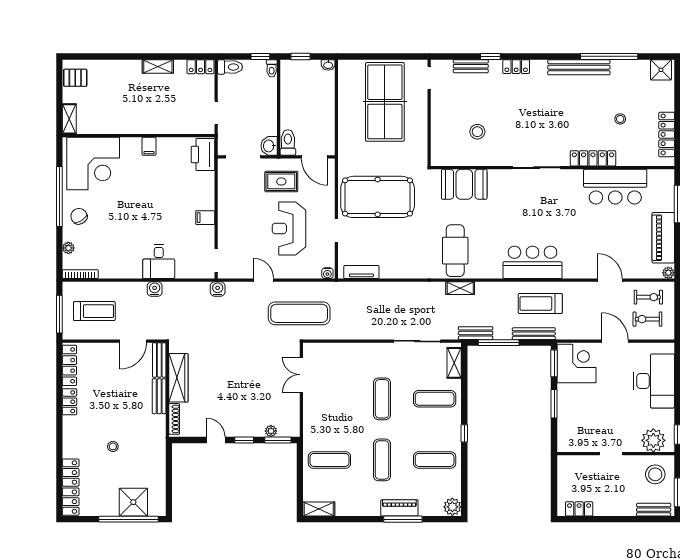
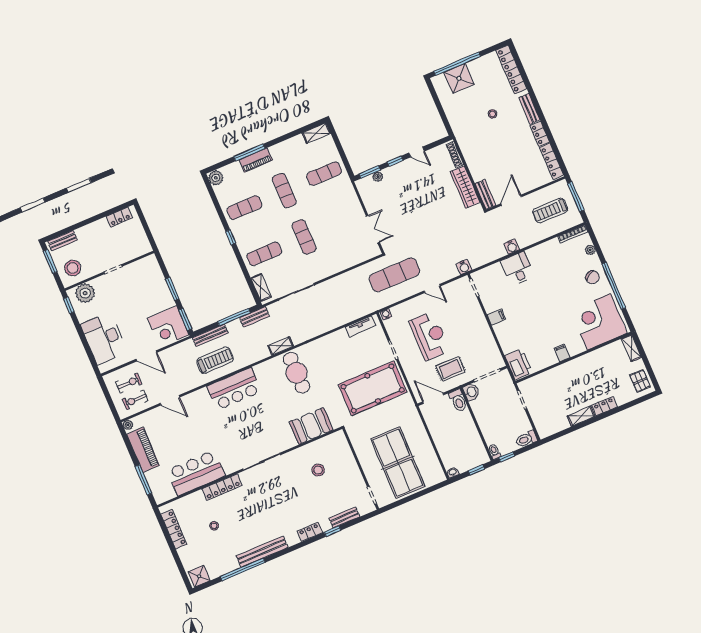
locker: (201, 67) -> (604, 406), moved
pallet: (75, 78) -> (640, 381), turned 90
bench: (159, 396) -> (529, 109), moved

